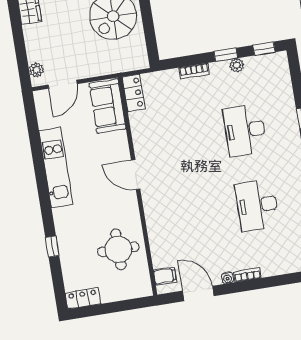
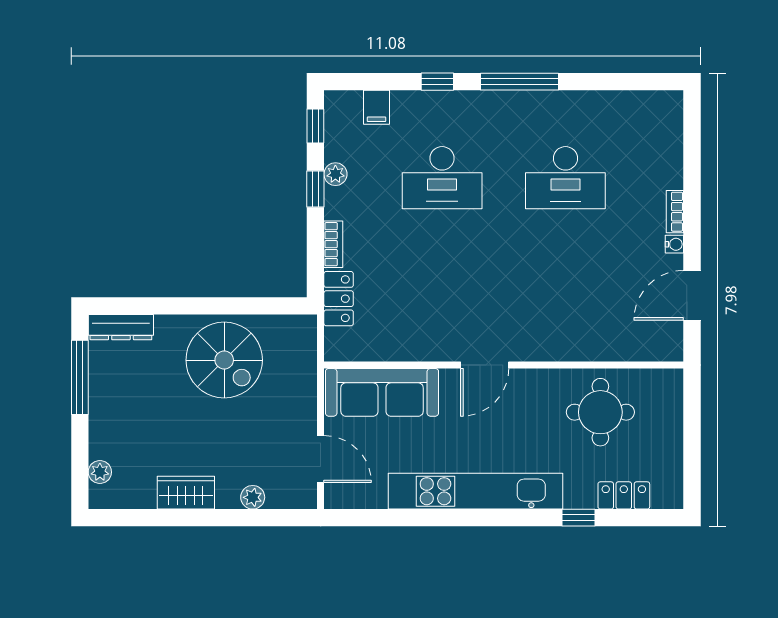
plant: (36, 70) -> (253, 497), moved
locker: (134, 93) -> (339, 299), moved, turned 90
sofa: (107, 106) -> (382, 392), width x1.36
kitchen unit: (56, 167) -> (476, 491), width x1.36
filing cabinet: (165, 276) -> (376, 107), moved, turned 180
locker: (83, 298) -> (624, 495), moved, turned 90

